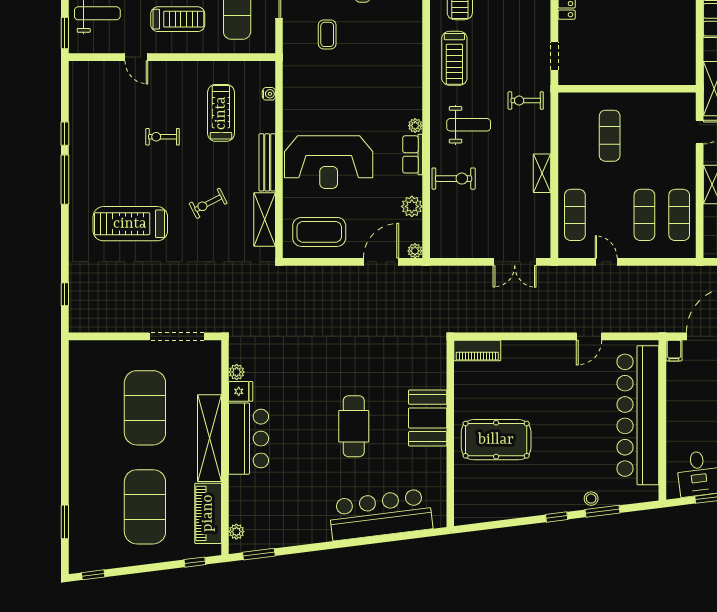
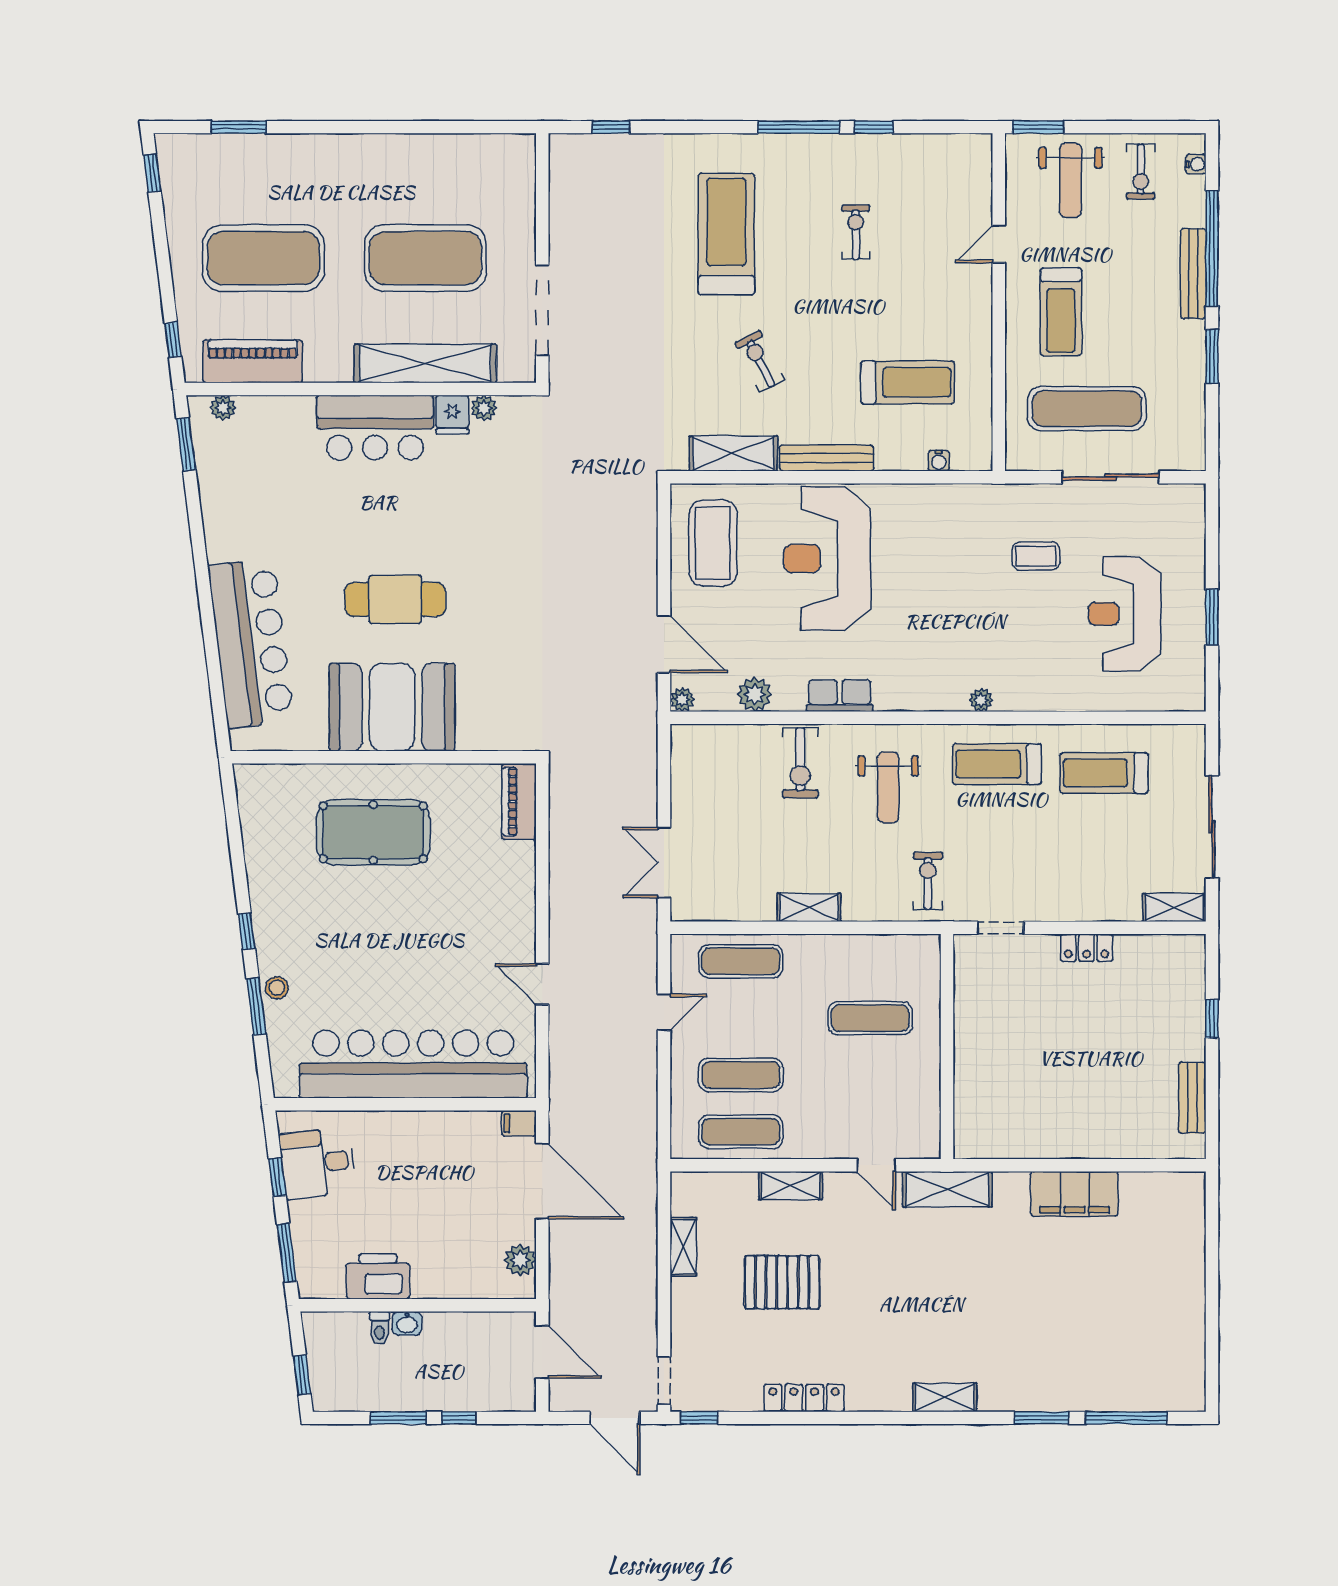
plant: (415, 126) -> (981, 700), moved
exercise bike: (163, 137) -> (856, 232), moved
booth: (428, 418) -> (392, 707), width x1.36, depth x1.42
shelving: (209, 438) -> (425, 363), moved
pool table: (496, 440) -> (373, 832), turned 90

